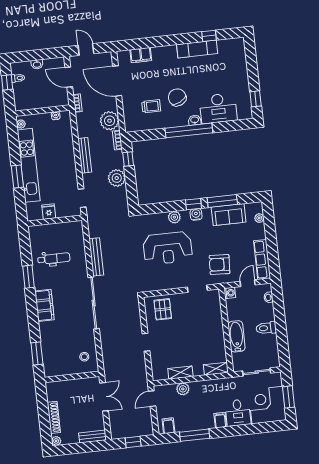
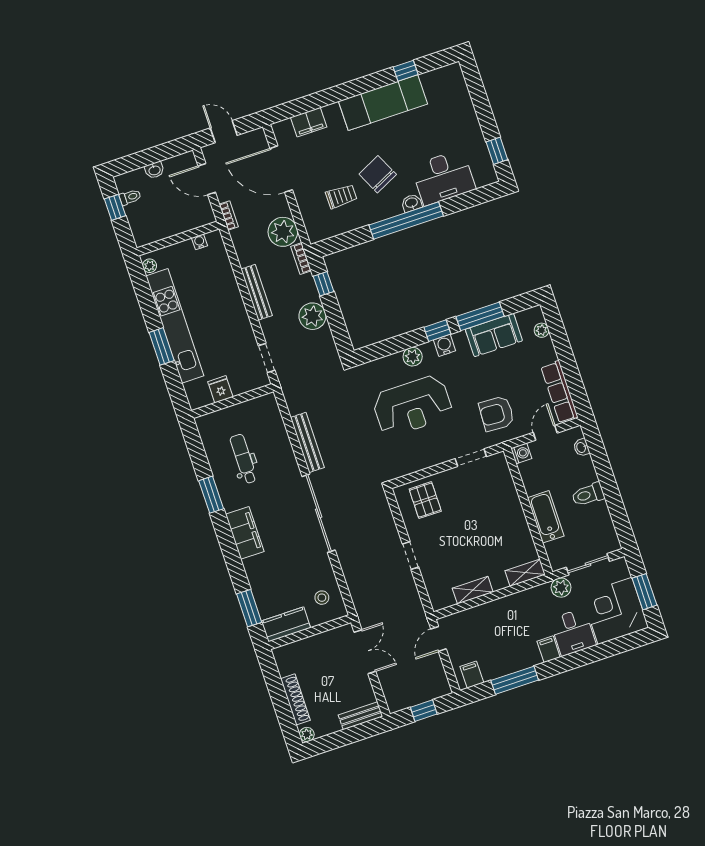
exam couch: (197, 49) -> (383, 103), width x1.36, depth x1.45
dental chair: (54, 259) -> (244, 459), turned -90
kitchen counter: (58, 369) -> (286, 624), added
plant: (183, 389) -> (561, 588), moved

